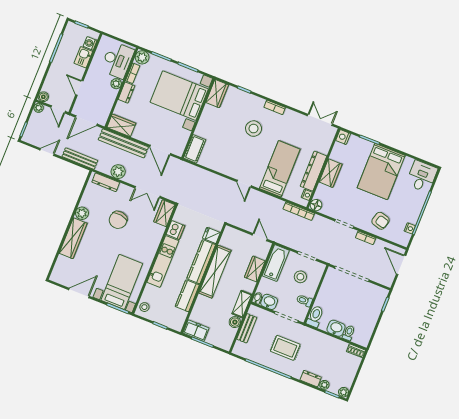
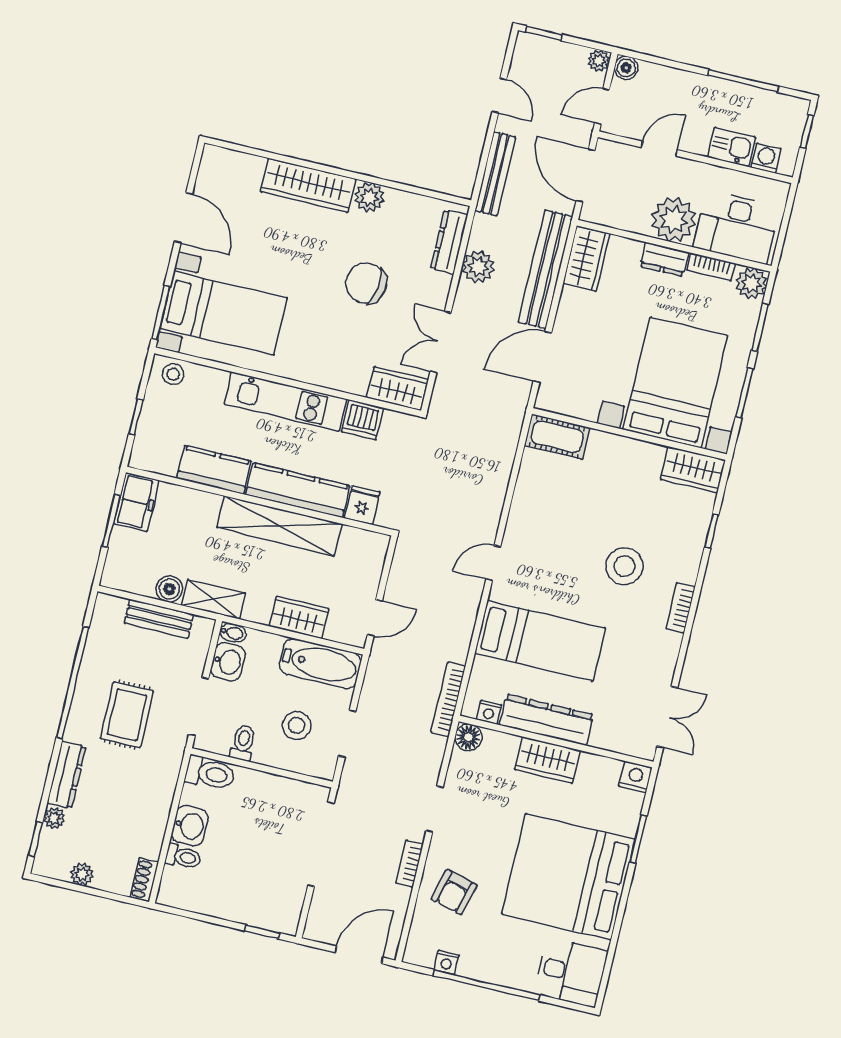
plant: (116, 84) -> (674, 220), width x1.87, depth x1.87
bed: (381, 172) -> (568, 877), width x1.36
dresser: (311, 379) -> (67, 775), width x1.44
plant: (344, 392) -> (82, 874), moved

